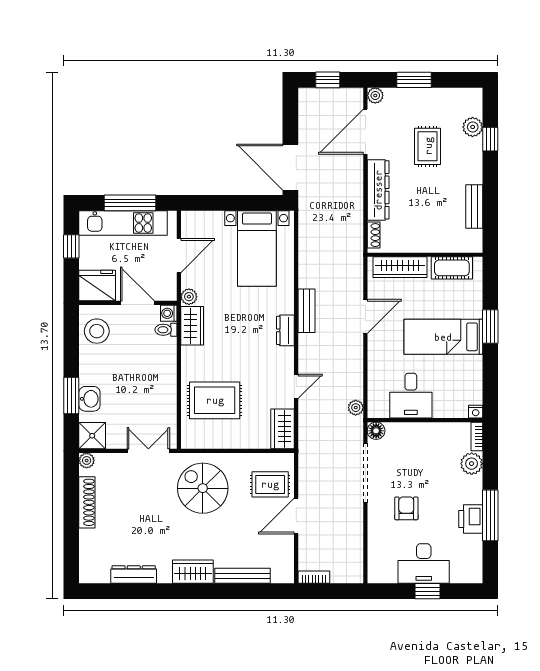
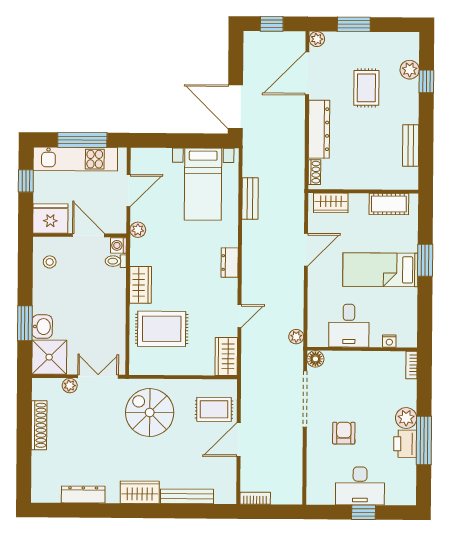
wardrobe: (400, 267) -> (331, 203), width x0.67
bench: (306, 311) -> (250, 198), moved
wardrobe: (192, 326) -> (140, 285), moved
stool: (97, 331) -> (50, 262), width x0.53, depth x0.53
nightstand: (476, 412) -> (389, 341), moved
shower: (92, 436) -> (49, 357), width x1.36, depth x1.36
plant: (87, 460) -> (70, 386), moved
plant: (472, 464) -> (406, 418), moved

